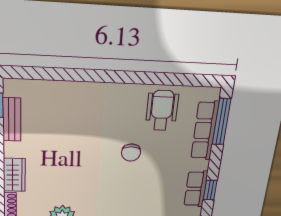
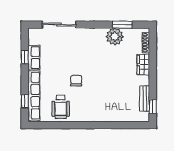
window: (221, 122) -> (25, 101), width x0.46
row of seats: (205, 131) -> (34, 96), width x1.36

